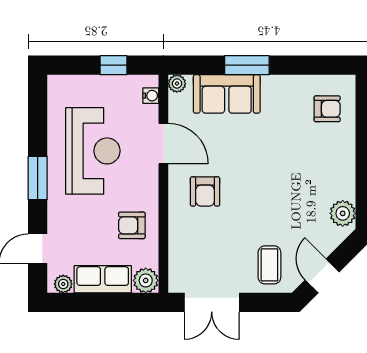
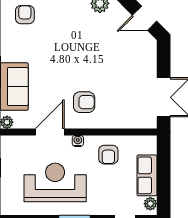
water cooler: (151, 96) -> (78, 141), moved
coffee table: (269, 265) -> (137, 56), removed
plant: (146, 280) -> (148, 145), removed

